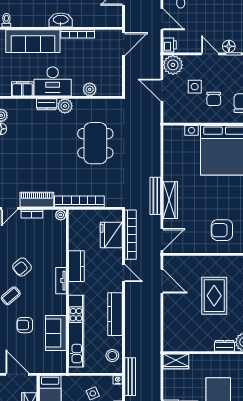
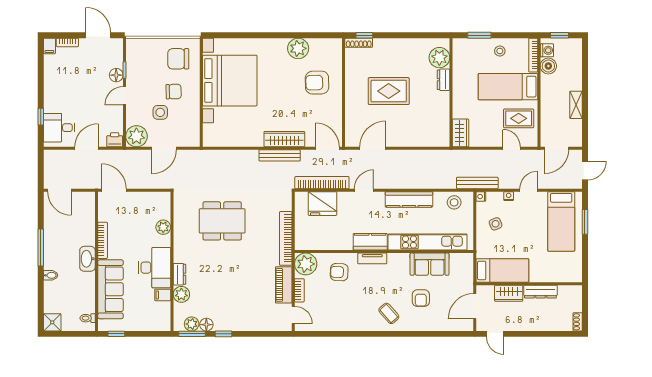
filing cabinet: (22, 89) -> (163, 295), width x0.50
plant: (65, 106) -> (181, 294), moved
plant: (61, 215) -> (306, 264), width x1.88, depth x1.88
armchair: (222, 230) -> (317, 83), turned 89
kitchen counter: (76, 266) -> (370, 242), moved
armchair: (22, 267) -> (339, 272), moved, turned 133

